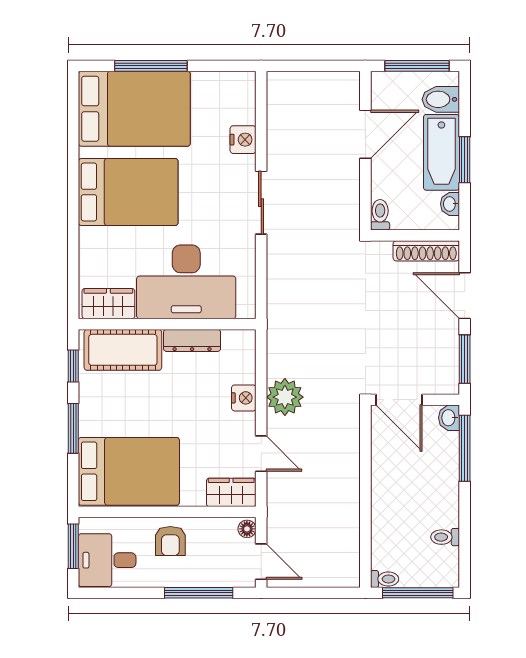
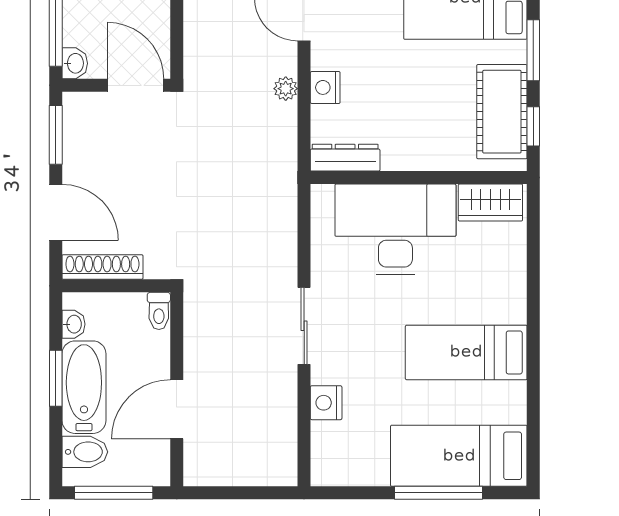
bed: (134, 109) -> (459, 456), width x0.67
bed: (128, 192) -> (466, 352), width x0.67
dresser: (192, 340) -> (345, 158), moved
cot: (123, 350) -> (502, 112), moved, turned 90
plant: (285, 397) -> (286, 89), width x0.53, depth x0.53

